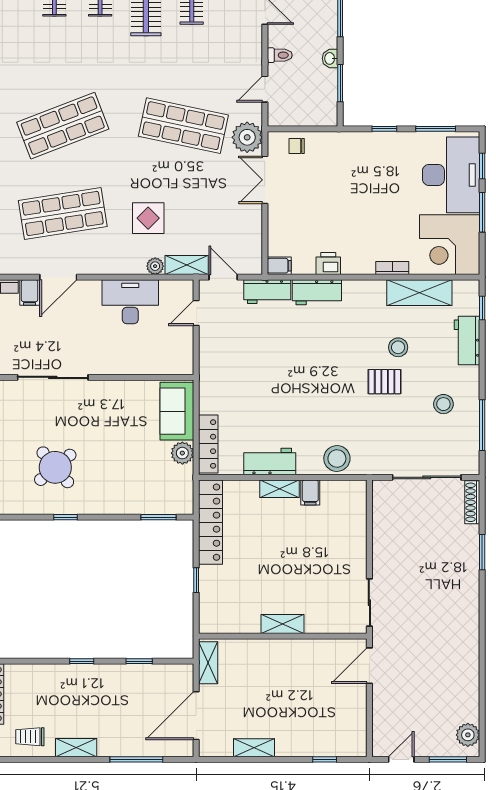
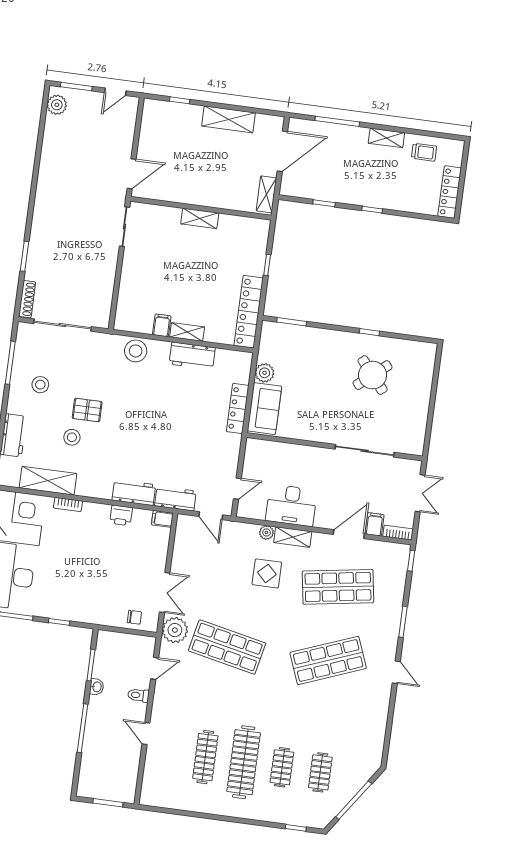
shelving: (187, 265) -> (293, 537), moved
locker: (208, 444) -> (238, 409), moved
shelving: (254, 748) -> (229, 119), width x1.50, depth x1.33

